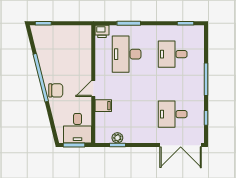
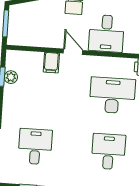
desk: (78, 128) -> (106, 33), moved, turned -90

